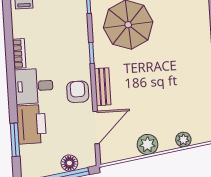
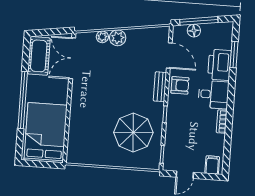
armchair: (78, 92) -> (180, 85), turned -90
door: (96, 128) -> (169, 55), swing flipped
plant: (147, 144) -> (118, 38), moved

